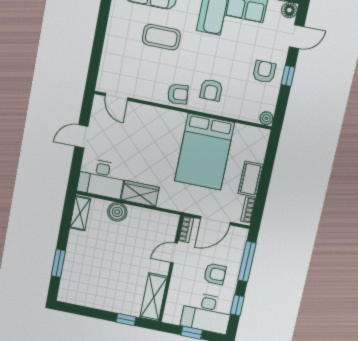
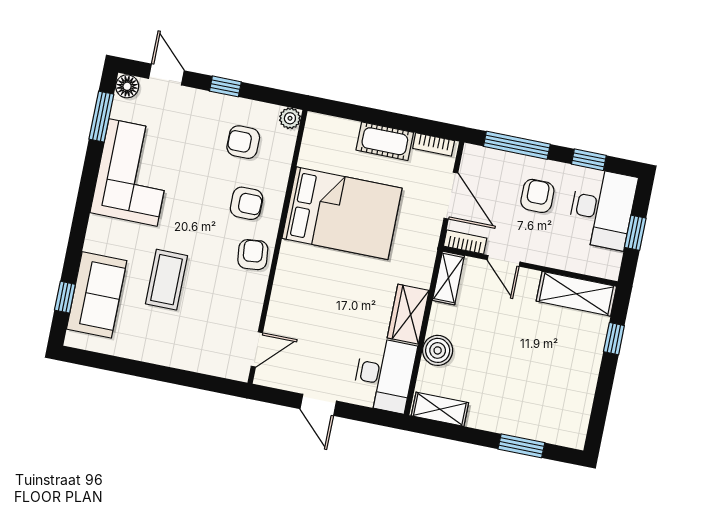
armchair: (264, 72) -> (243, 142), moved
shelving: (163, 219) -> (448, 278), added

